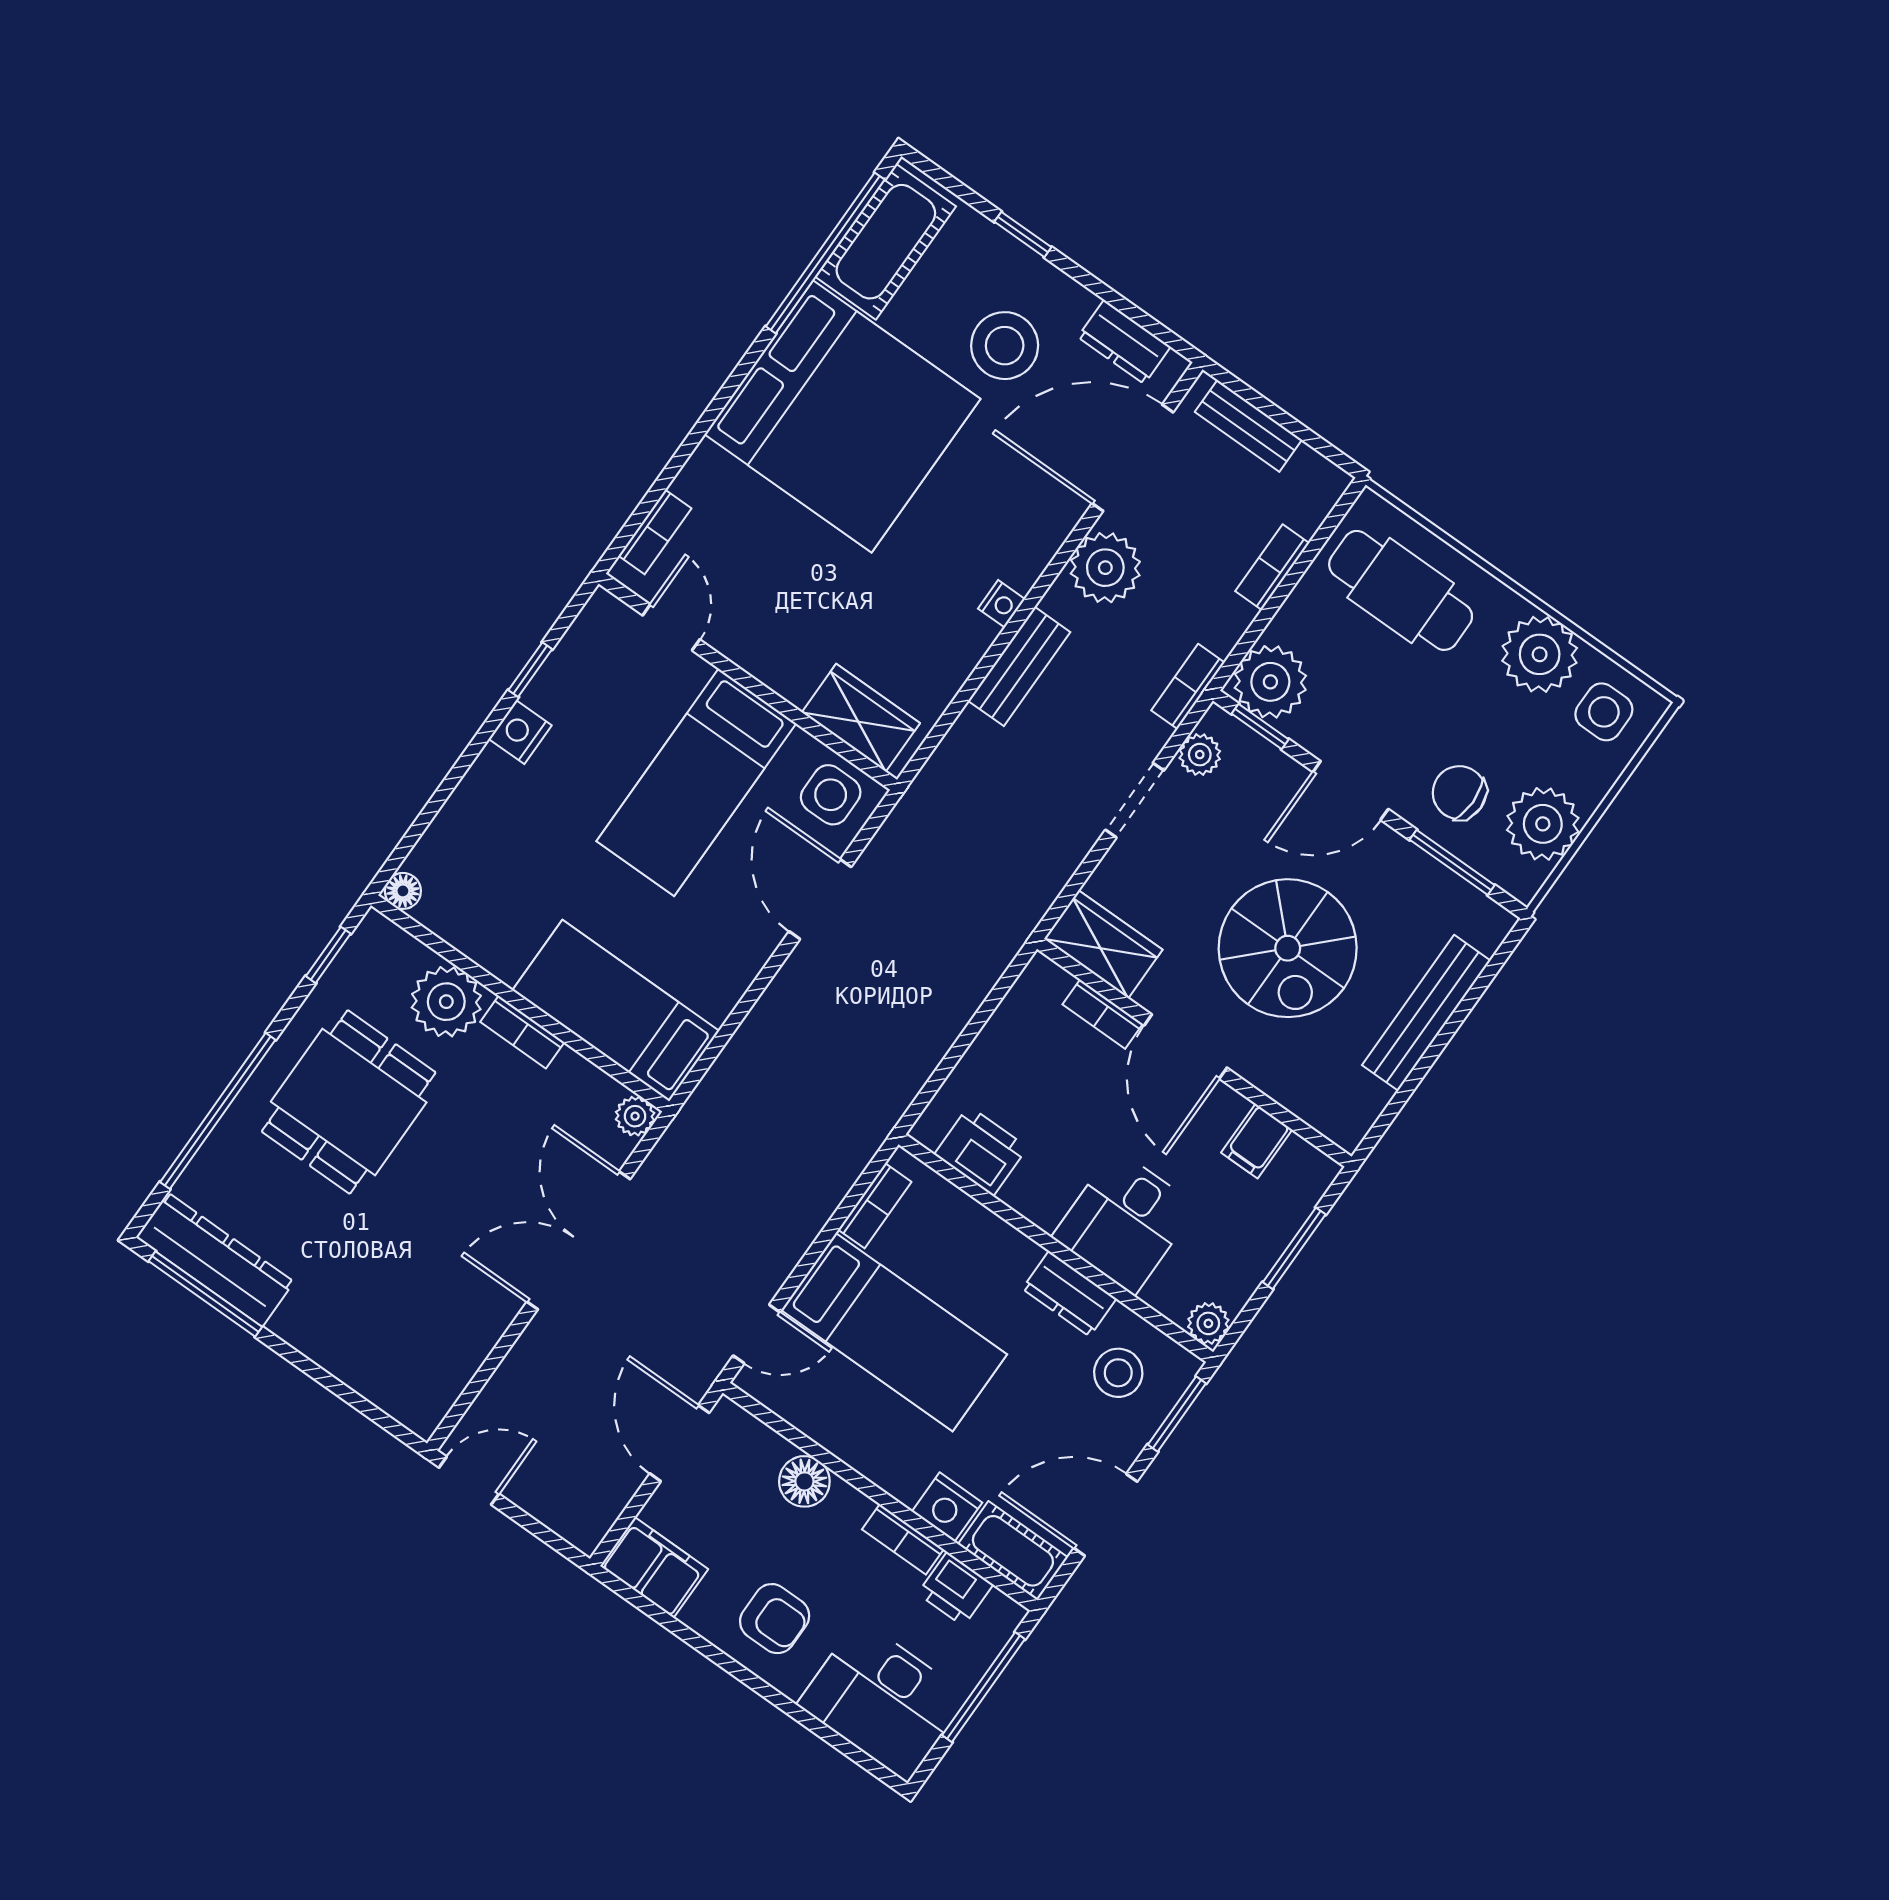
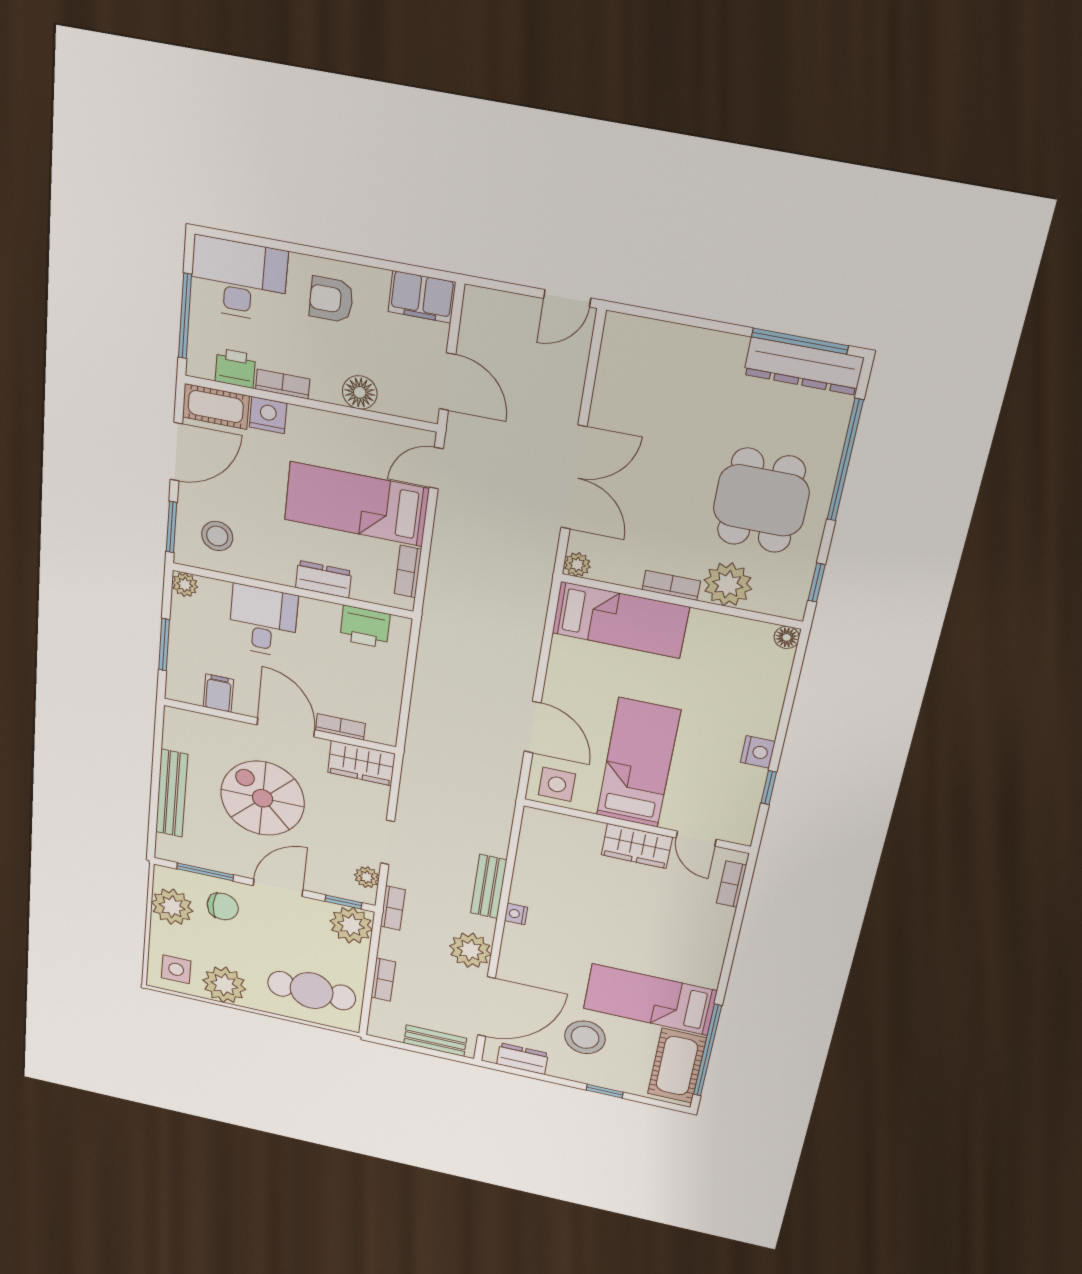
bed: (842, 417) -> (650, 1000), width x0.49
wardrobe: (861, 718) -> (637, 846), moved
dresser: (1069, 1294) -> (324, 579), moved

